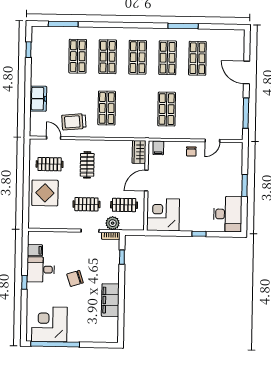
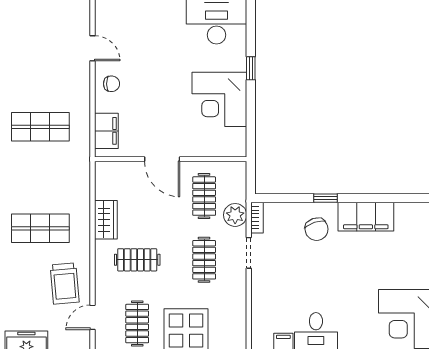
filing cabinet: (158, 148) -> (106, 131), width x2.00
wardrobe: (139, 152) -> (106, 220), moved, turned -90
corner desk: (163, 215) -> (219, 99), moved
window: (122, 257) -> (325, 198), moved
chair: (75, 278) -> (317, 229), moved

